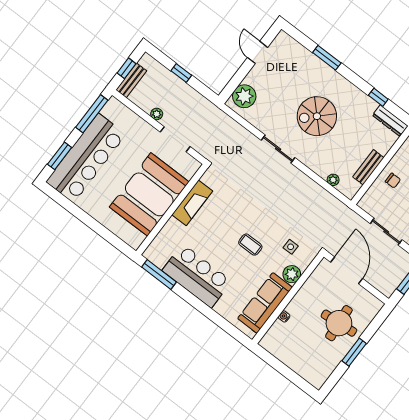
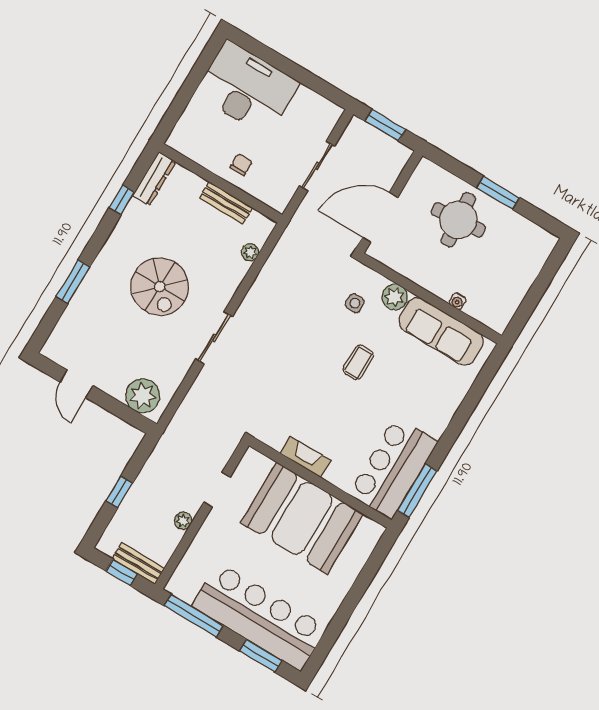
door: (258, 52) -> (77, 384), hinge flipped
doorway: (175, 139) -> (217, 490), width x0.73
fireplace: (192, 203) -> (305, 457), width x0.73, depth x0.76
bar counter: (197, 276) -> (393, 468), moved

